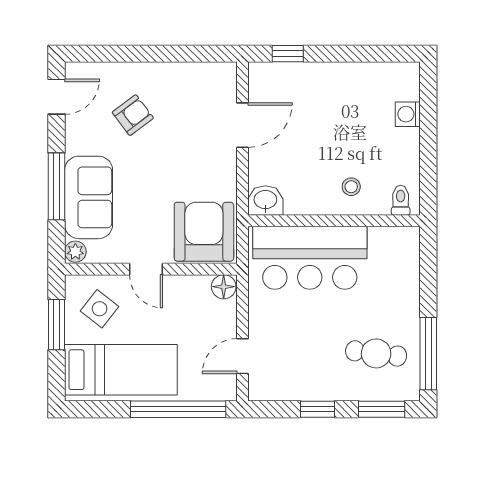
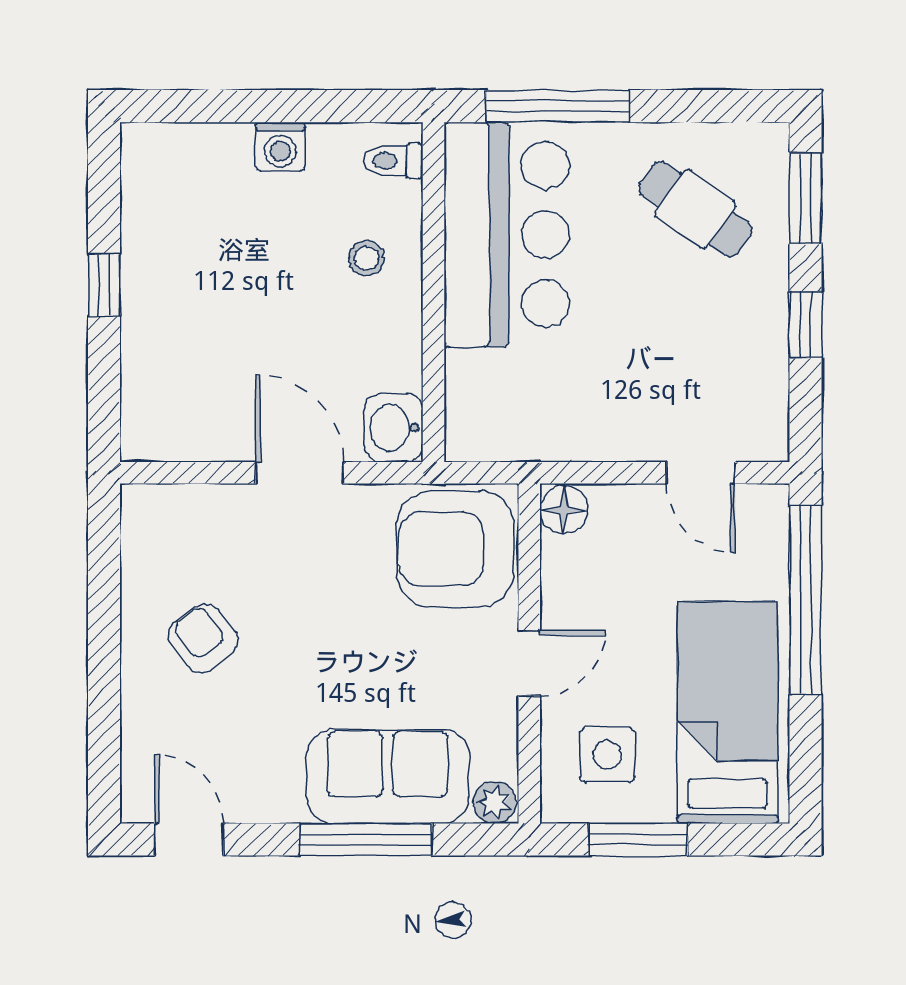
window: (288, 54) -> (104, 285), moved
washing machine: (408, 114) -> (280, 147), moved
armchair: (133, 115) -> (203, 638), moved
door: (242, 125) -> (300, 473), moved
bar counter: (310, 258) -> (507, 235), moved
side table: (100, 309) -> (607, 755), turned -38
cafe table: (376, 353) -> (695, 209), turned -61
window: (428, 354) -> (558, 106), moved

